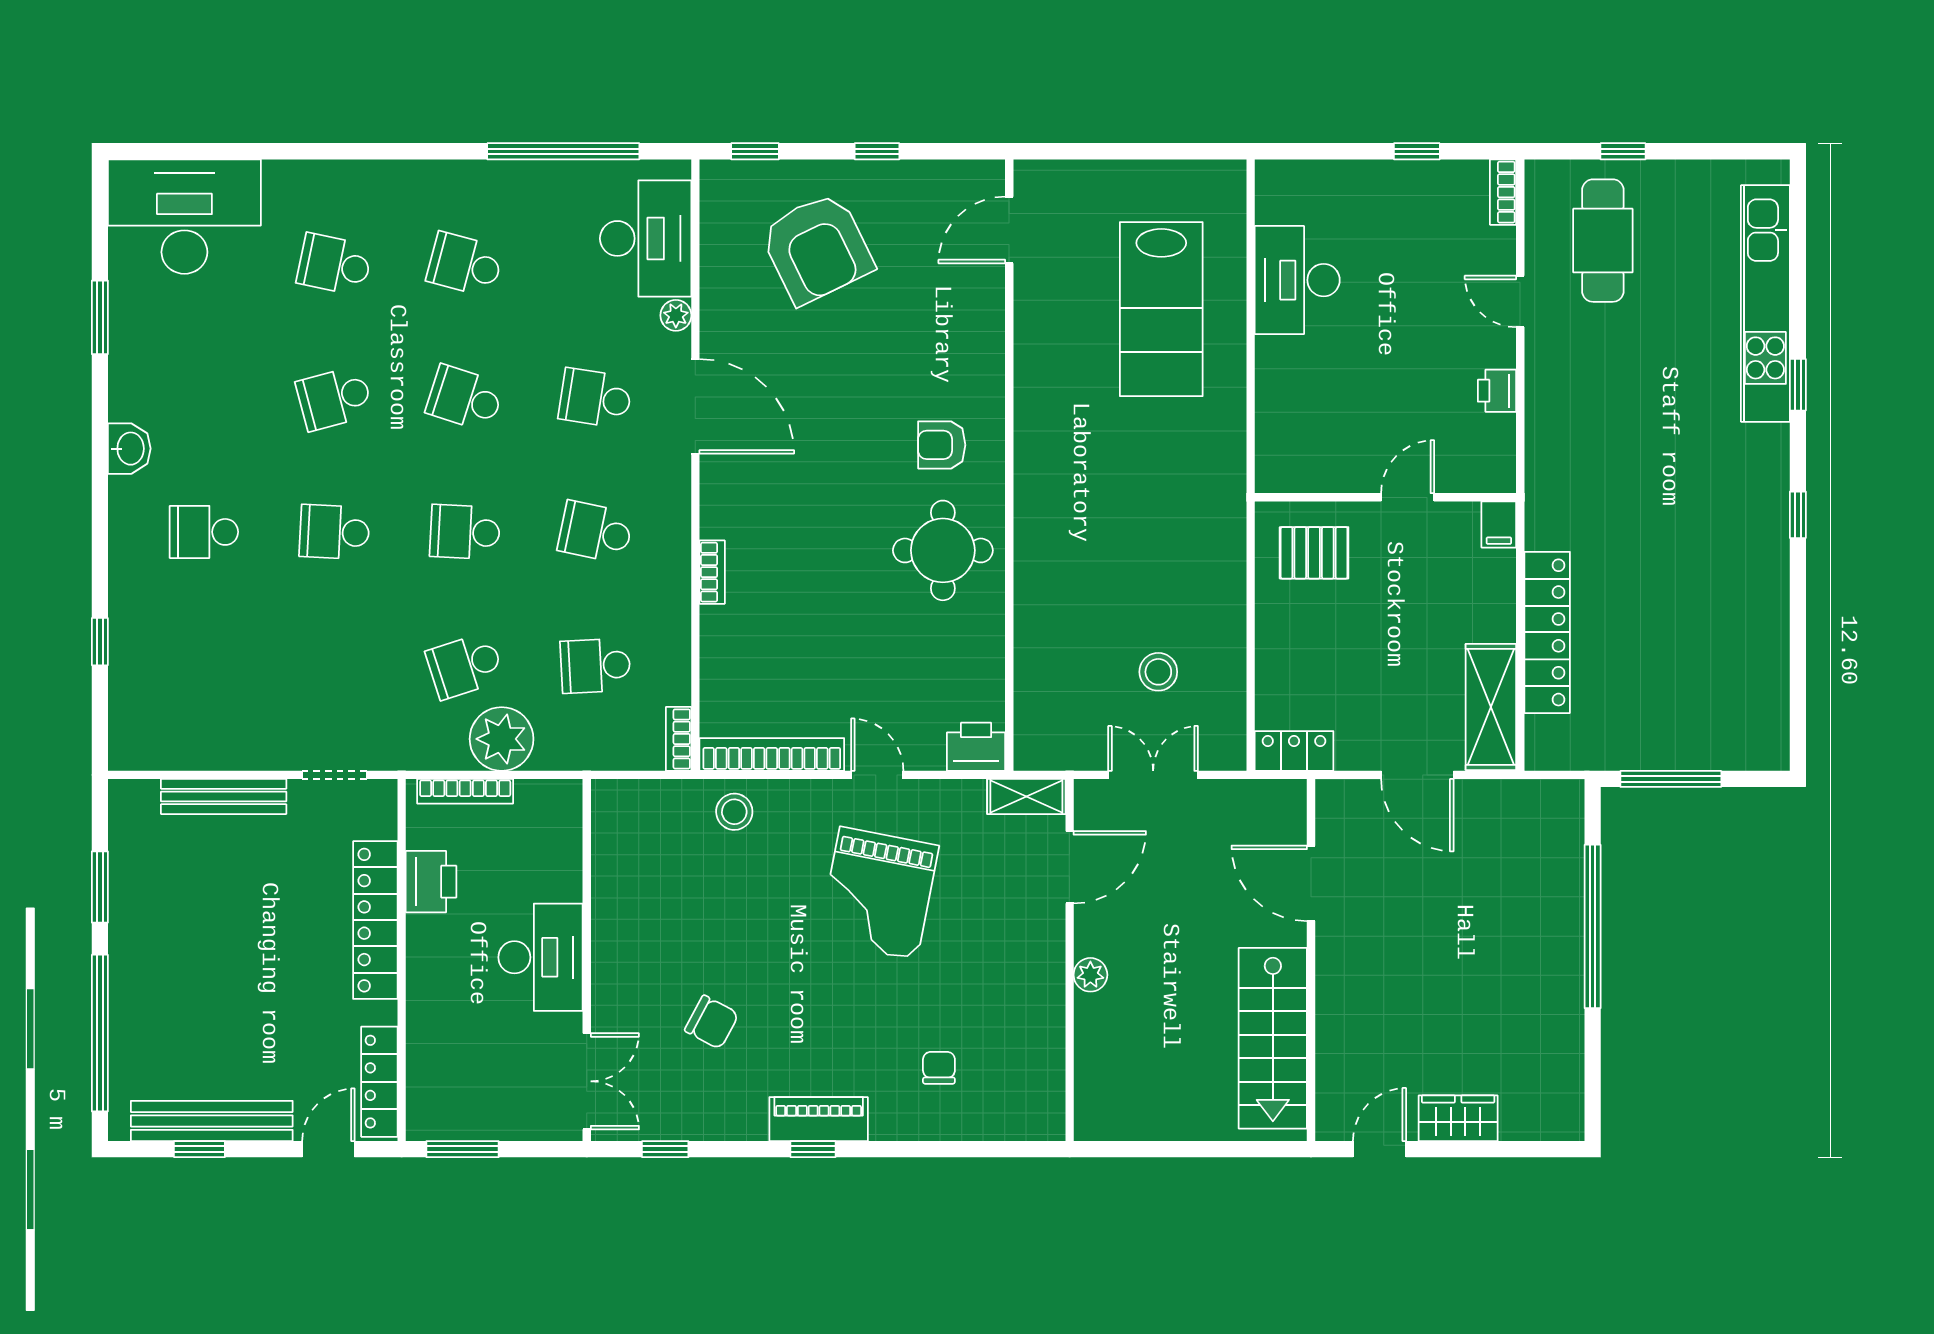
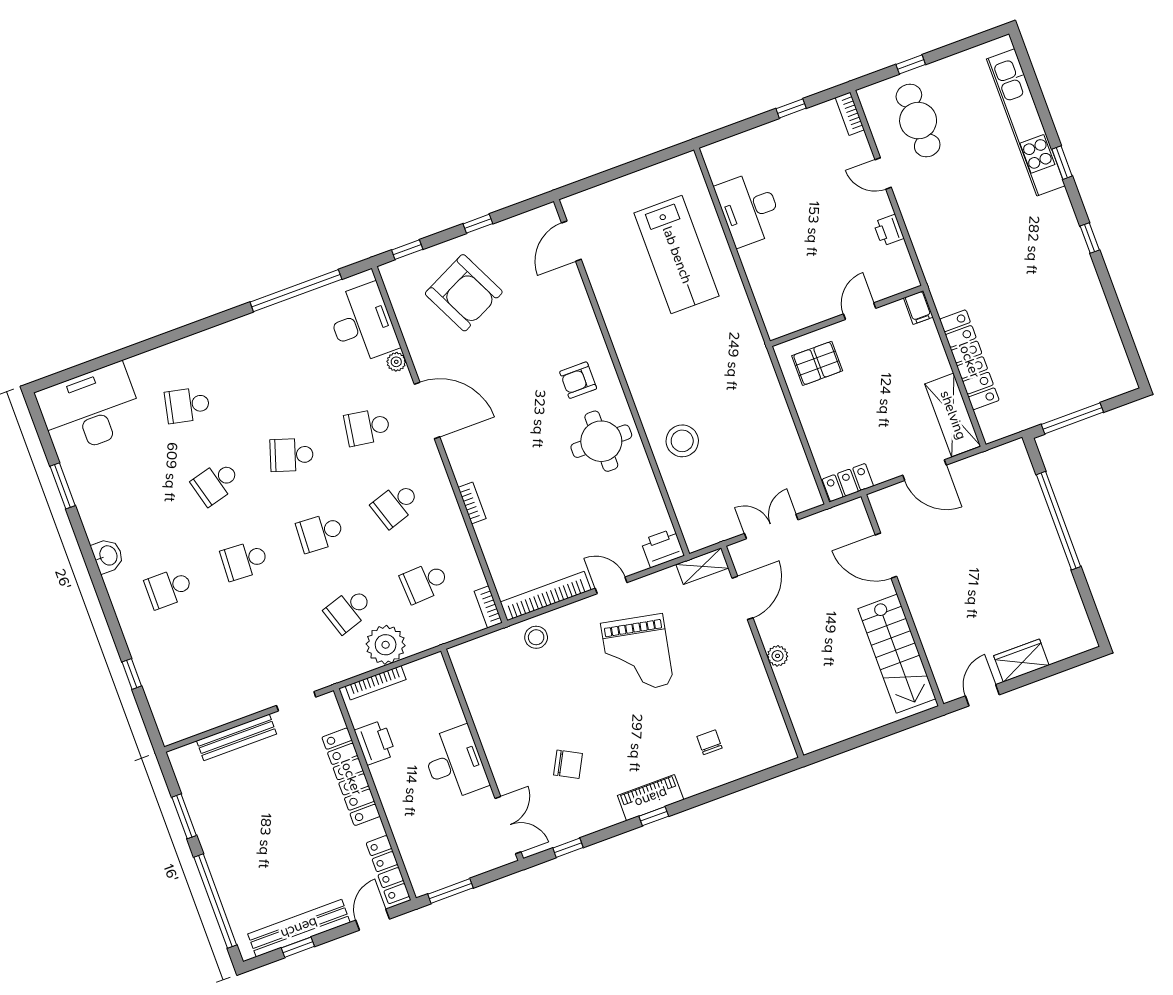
school desk: (465, 264) -> (263, 377), removed
school desk: (595, 532) -> (396, 505), turned -30
stool: (1158, 672) -> (682, 441), moved, width x1.38, depth x1.38

